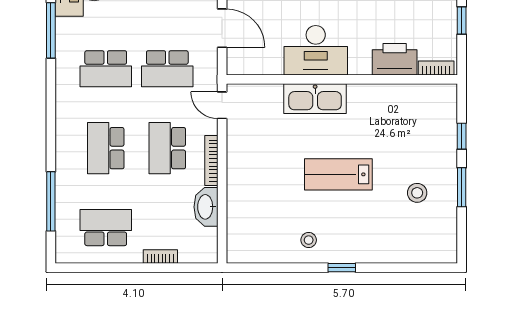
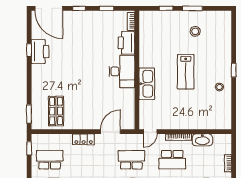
desk: (316, 50) -> (122, 71), moved
school desk: (167, 69) -> (131, 160), turned -90

